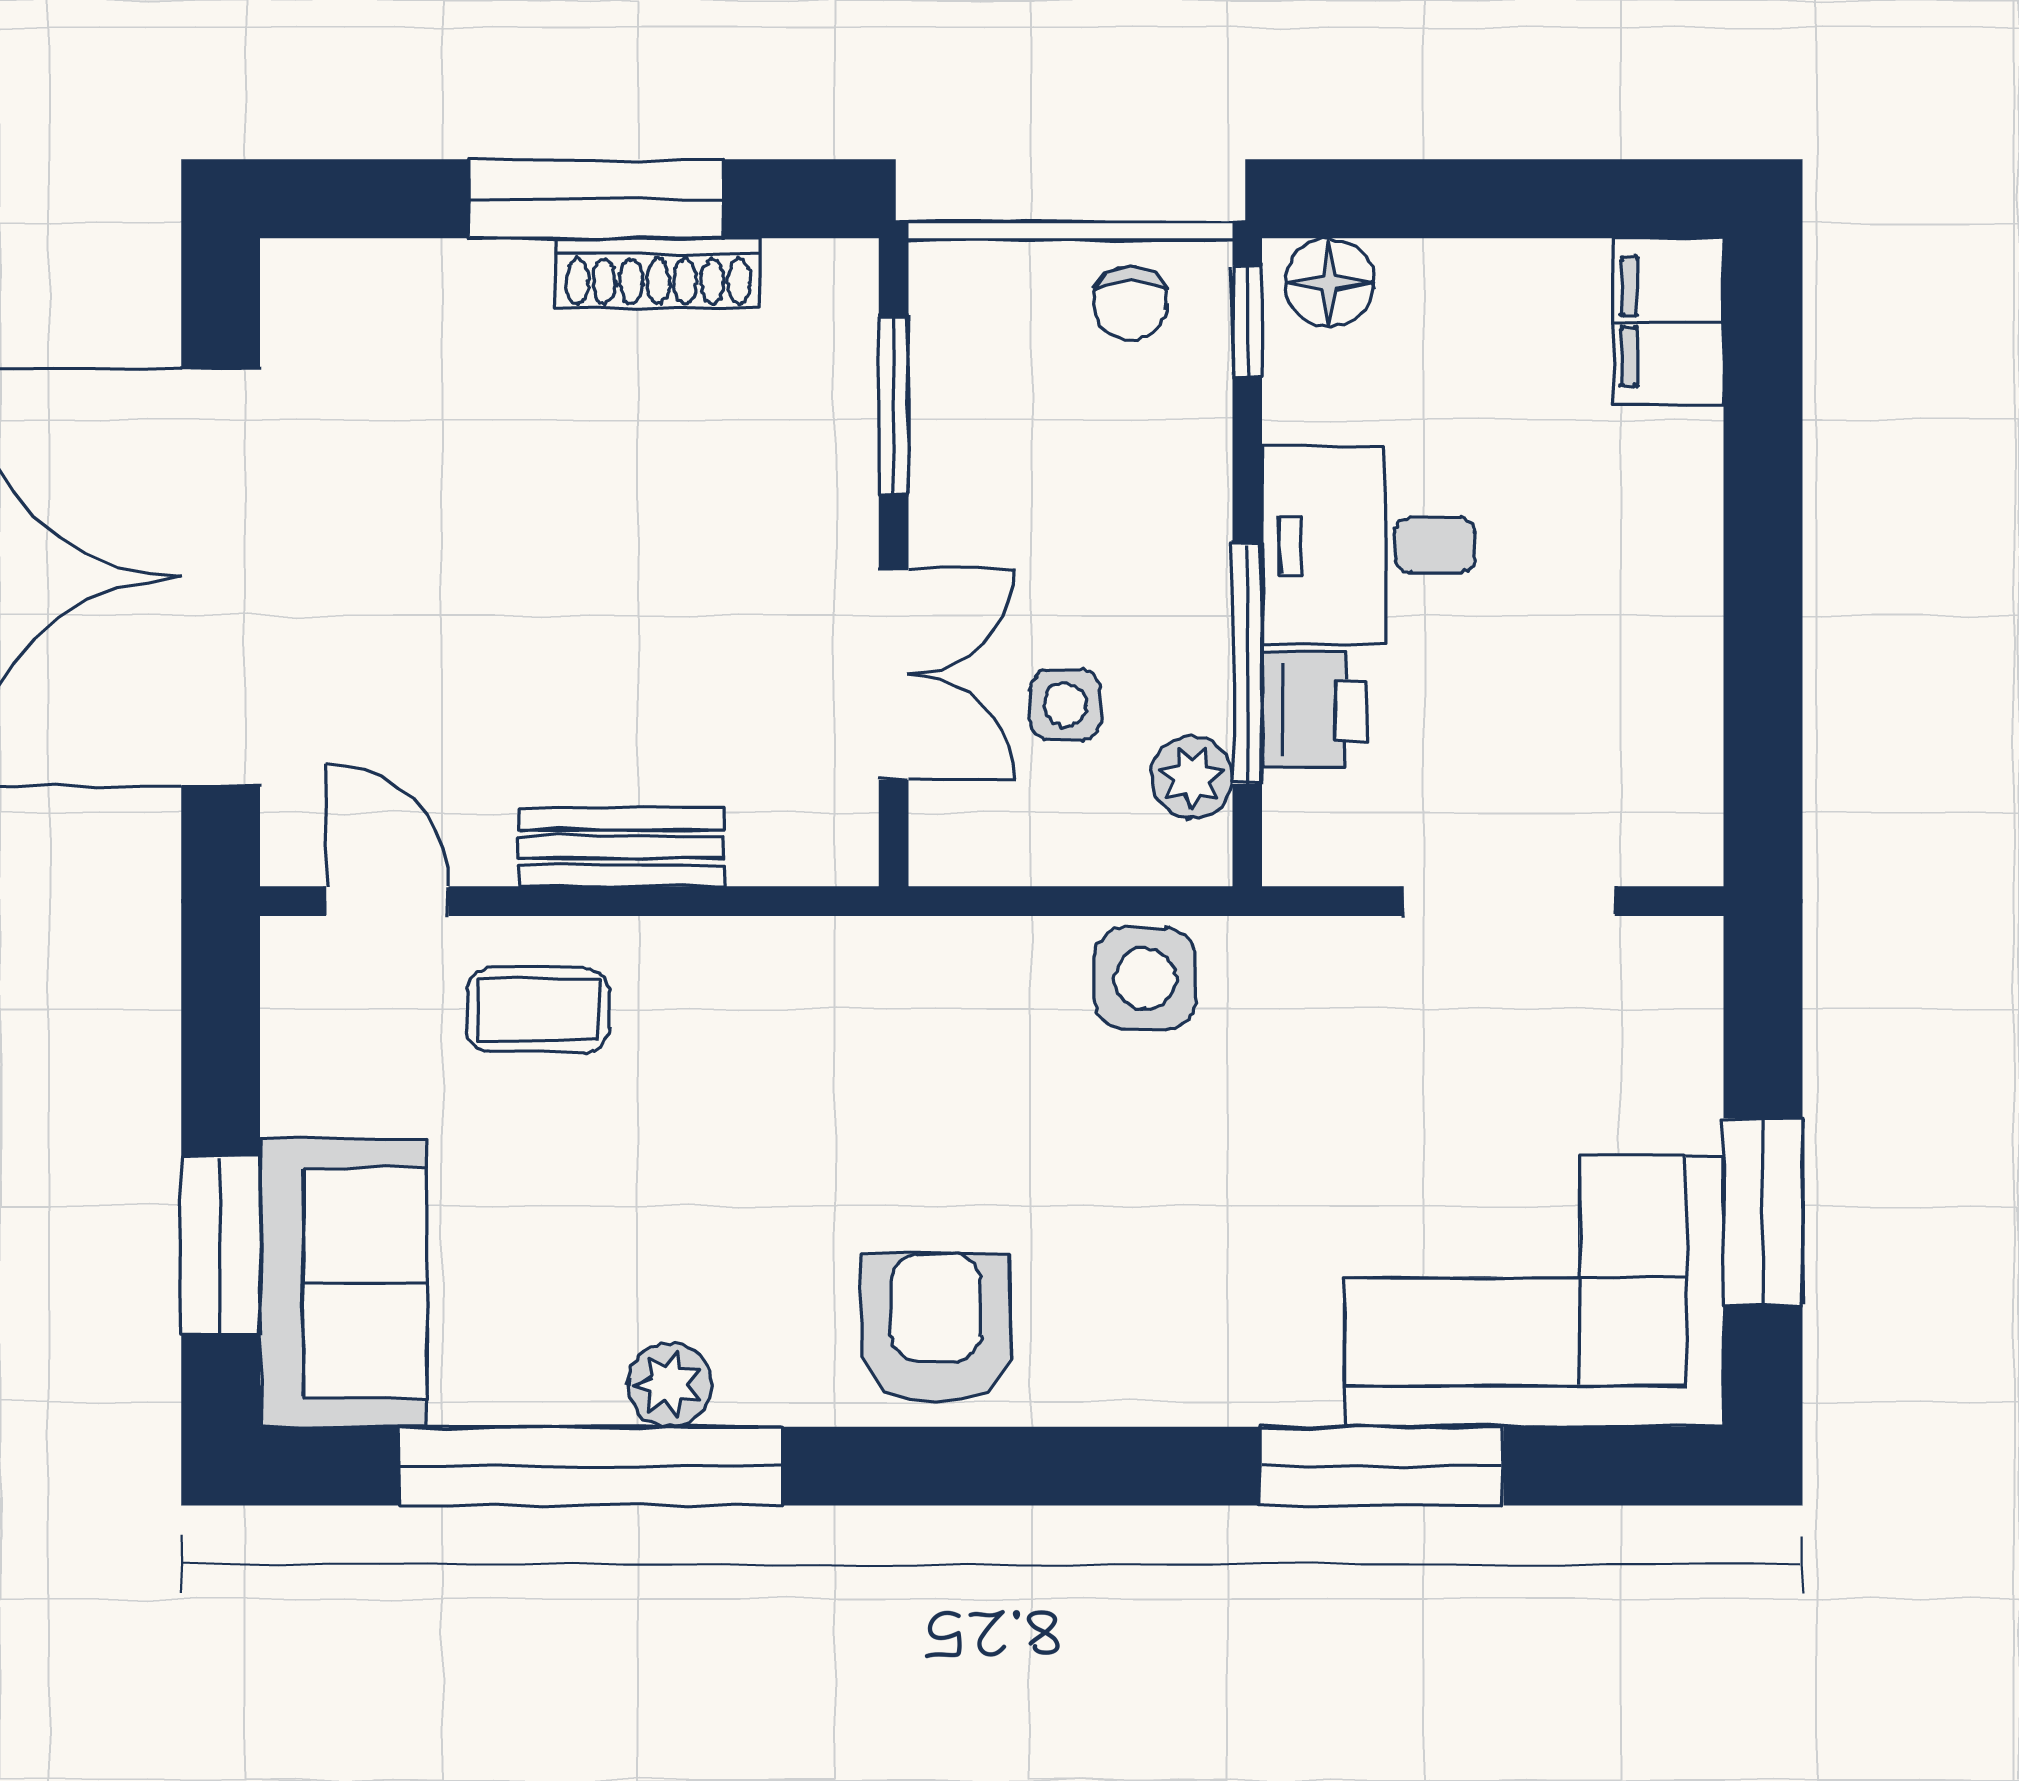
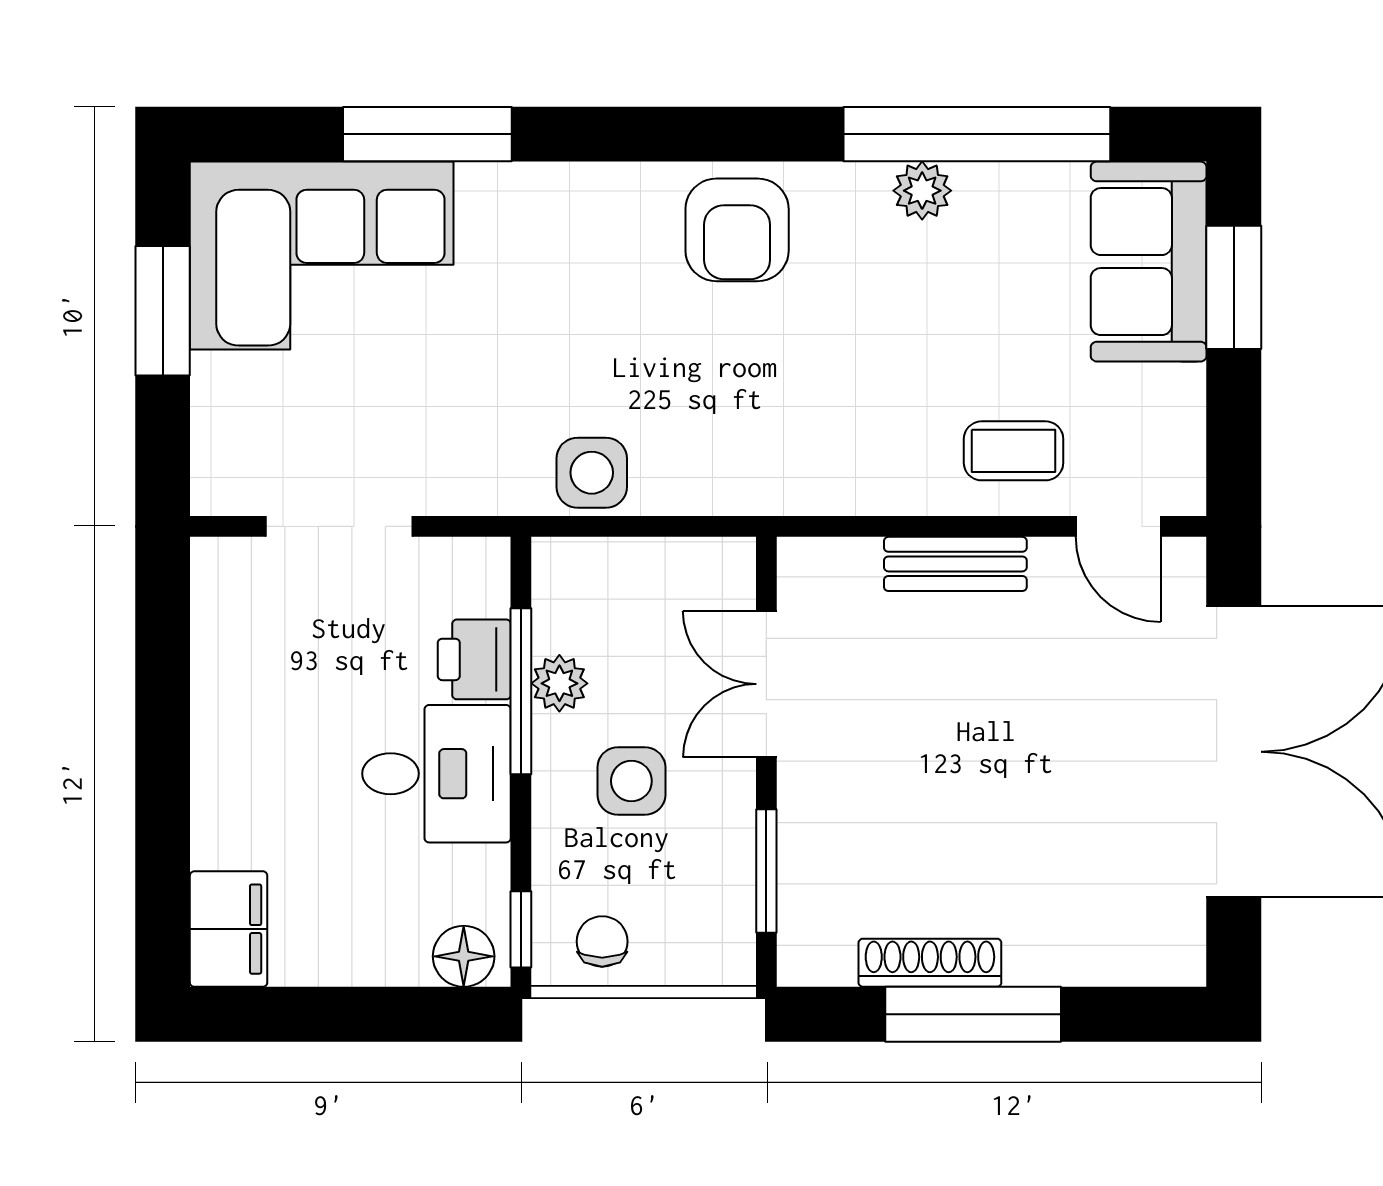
side table: (1065, 705) -> (631, 781), moved, width x1.37, depth x1.37
plant: (1192, 777) -> (559, 683), moved

